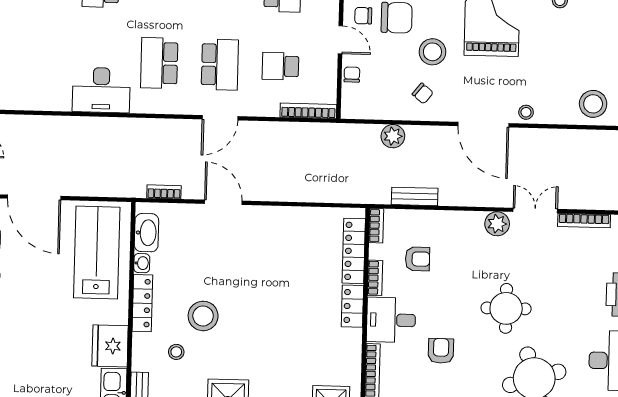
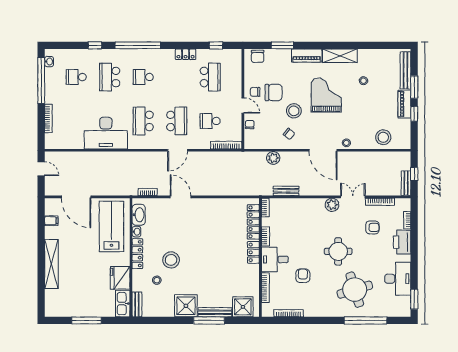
desk: (101, 90) -> (106, 133), width x1.36, depth x1.30
armchair: (418, 259) -> (372, 227), moved

